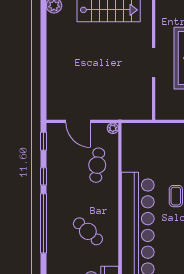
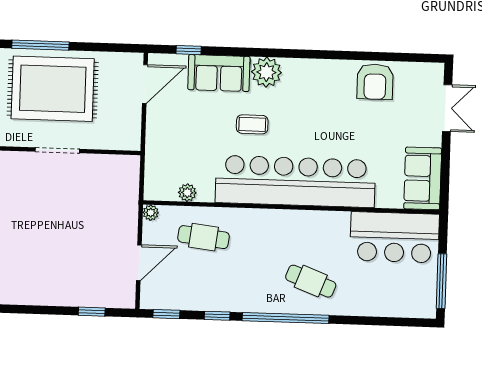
window: (43, 90) -> (92, 312), added
plant: (127, 153) -> (187, 193), added
cafe table: (88, 231) -> (311, 281), moved, turned 69

